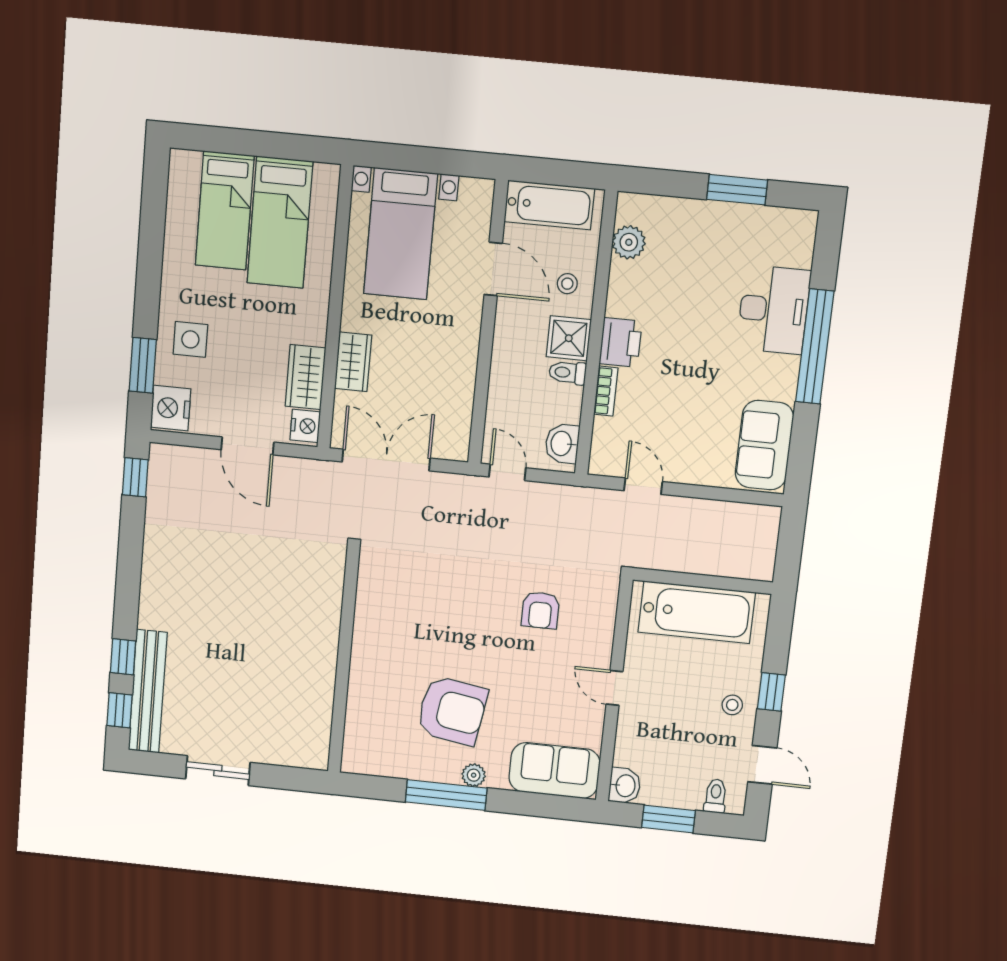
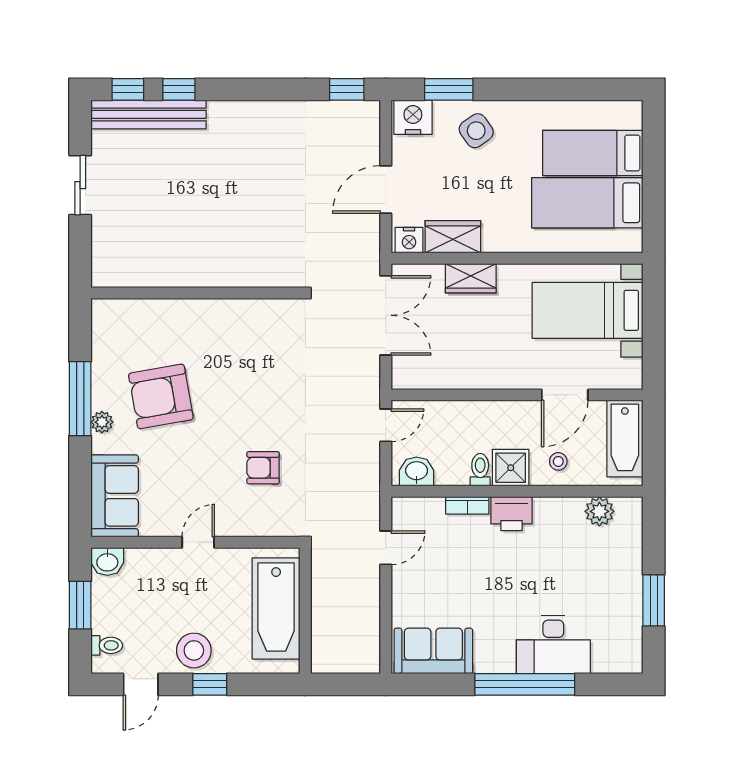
side table: (190, 339) -> (476, 131), turned -35
stool: (732, 705) -> (194, 650), width x1.89, depth x1.89
armchair: (452, 711) -> (161, 396), turned 71

